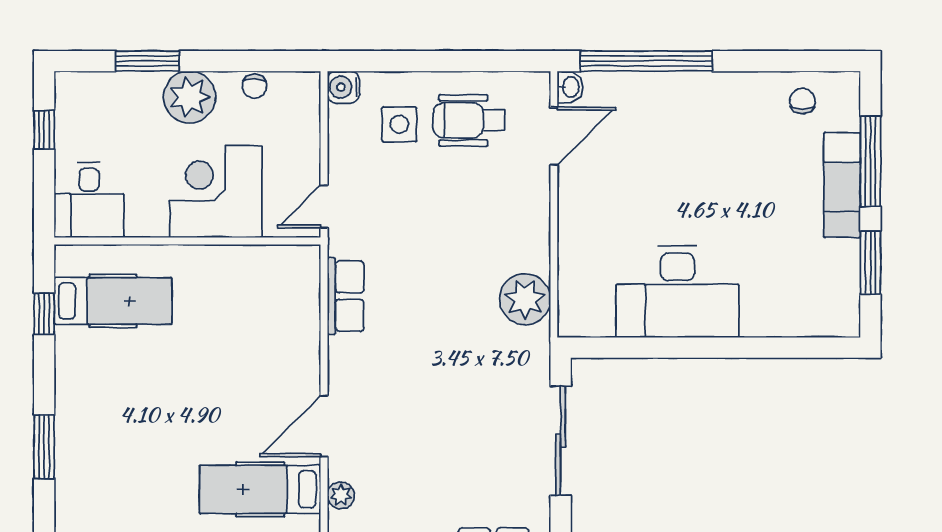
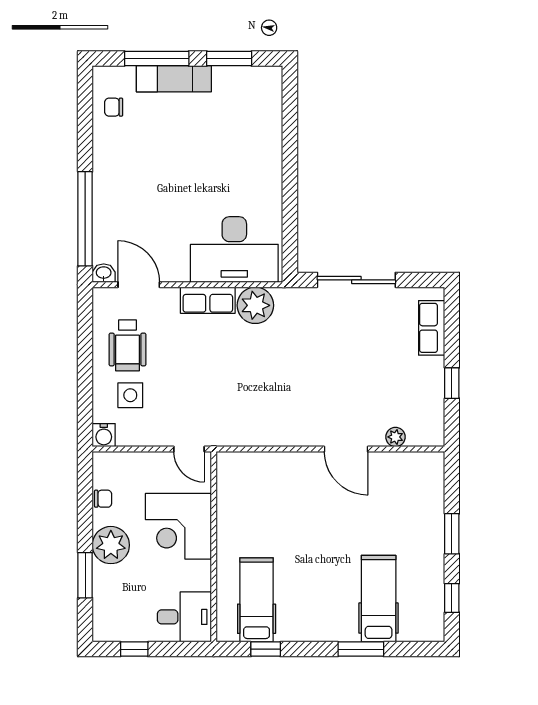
desk: (677, 292) -> (234, 250), moved, turned 90
row of seats: (346, 296) -> (208, 300), moved, turned 180
hospital bed: (260, 489) -> (379, 599), moved, turned 180

